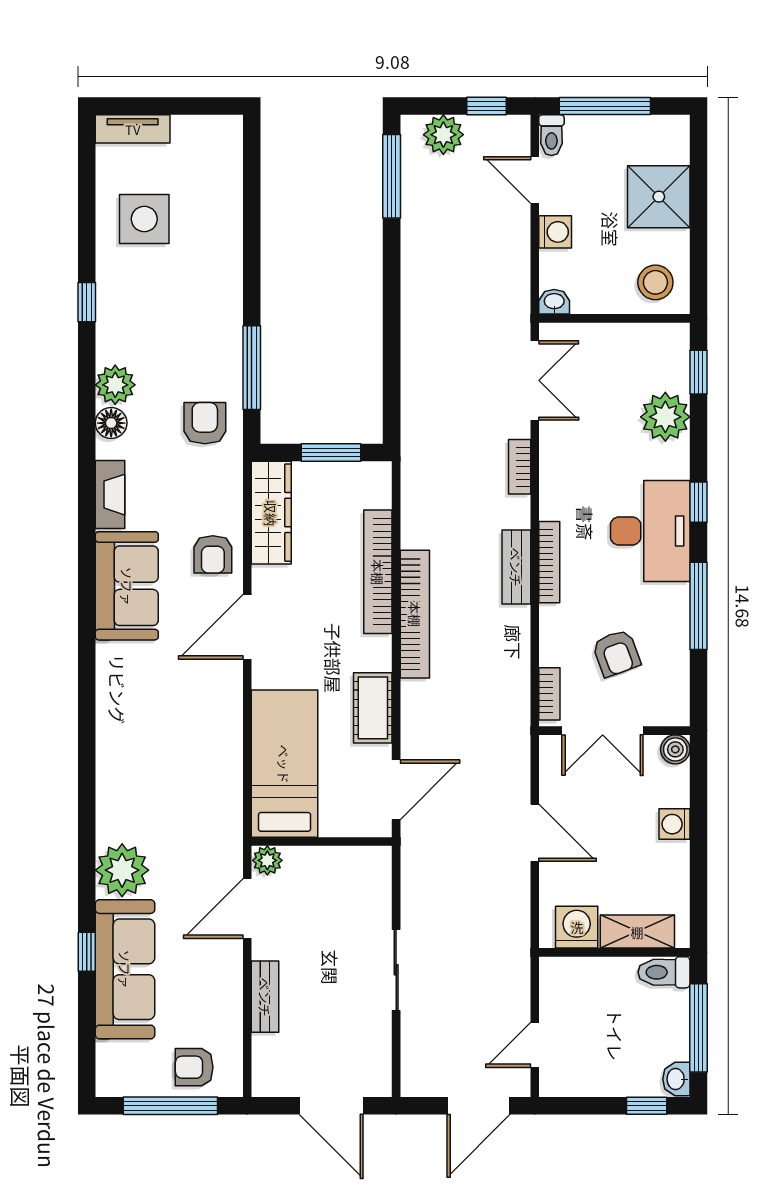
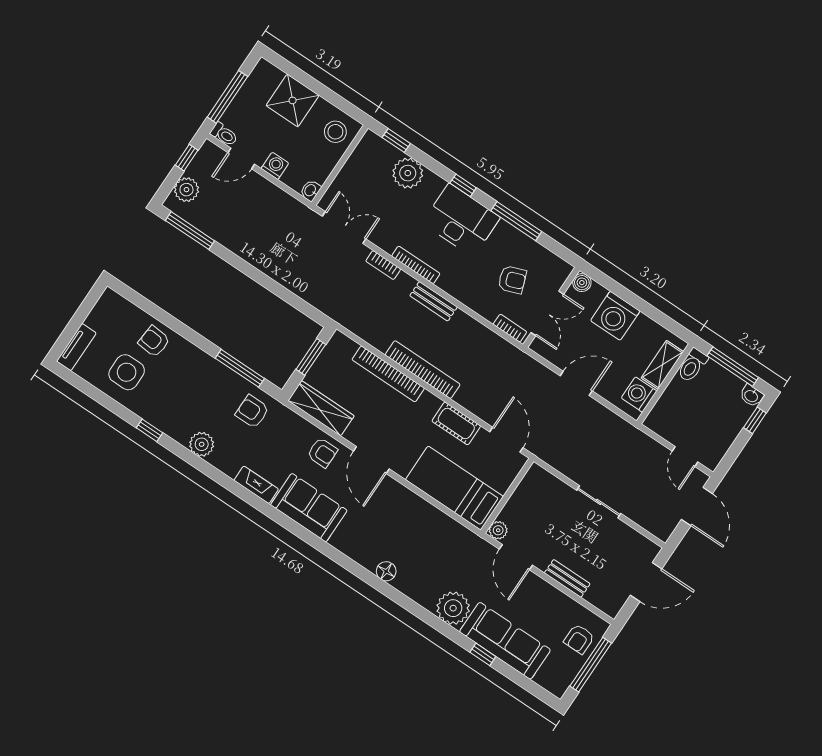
armchair: (210, 228) -> (154, 341), added
floor lamp: (111, 423) -> (386, 571), moved
bookcase: (549, 562) -> (416, 265), moved
washing machine: (675, 824) -> (615, 316), width x1.89, depth x1.89

